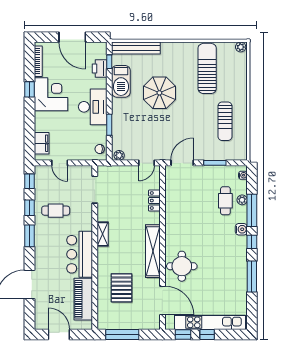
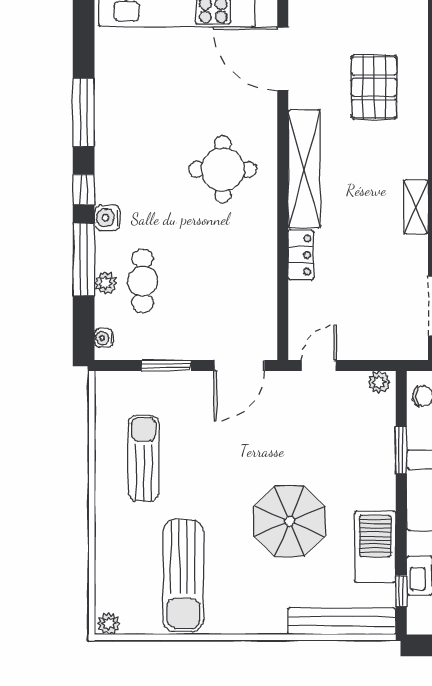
locker: (154, 201) -> (301, 255), moved
round table: (182, 266) -> (223, 170), moved

